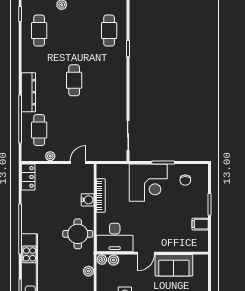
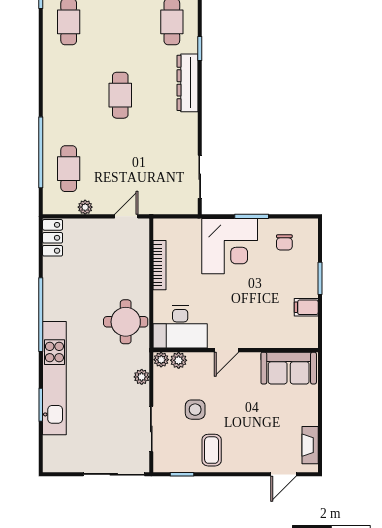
dresser: (28, 92) -> (187, 83), moved, turned 180
water cooler: (88, 200) -> (140, 272), removed
sofa: (174, 265) -> (289, 368), moved

